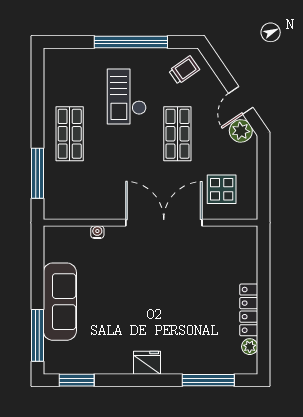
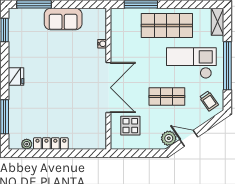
shelving: (64, 57) -> (217, 22), added
checkout: (127, 97) -> (191, 63), width x1.36, depth x1.21
shop shelf: (70, 134) -> (167, 26), width x1.43, depth x1.36
sofa: (60, 302) -> (63, 19), width x0.73

